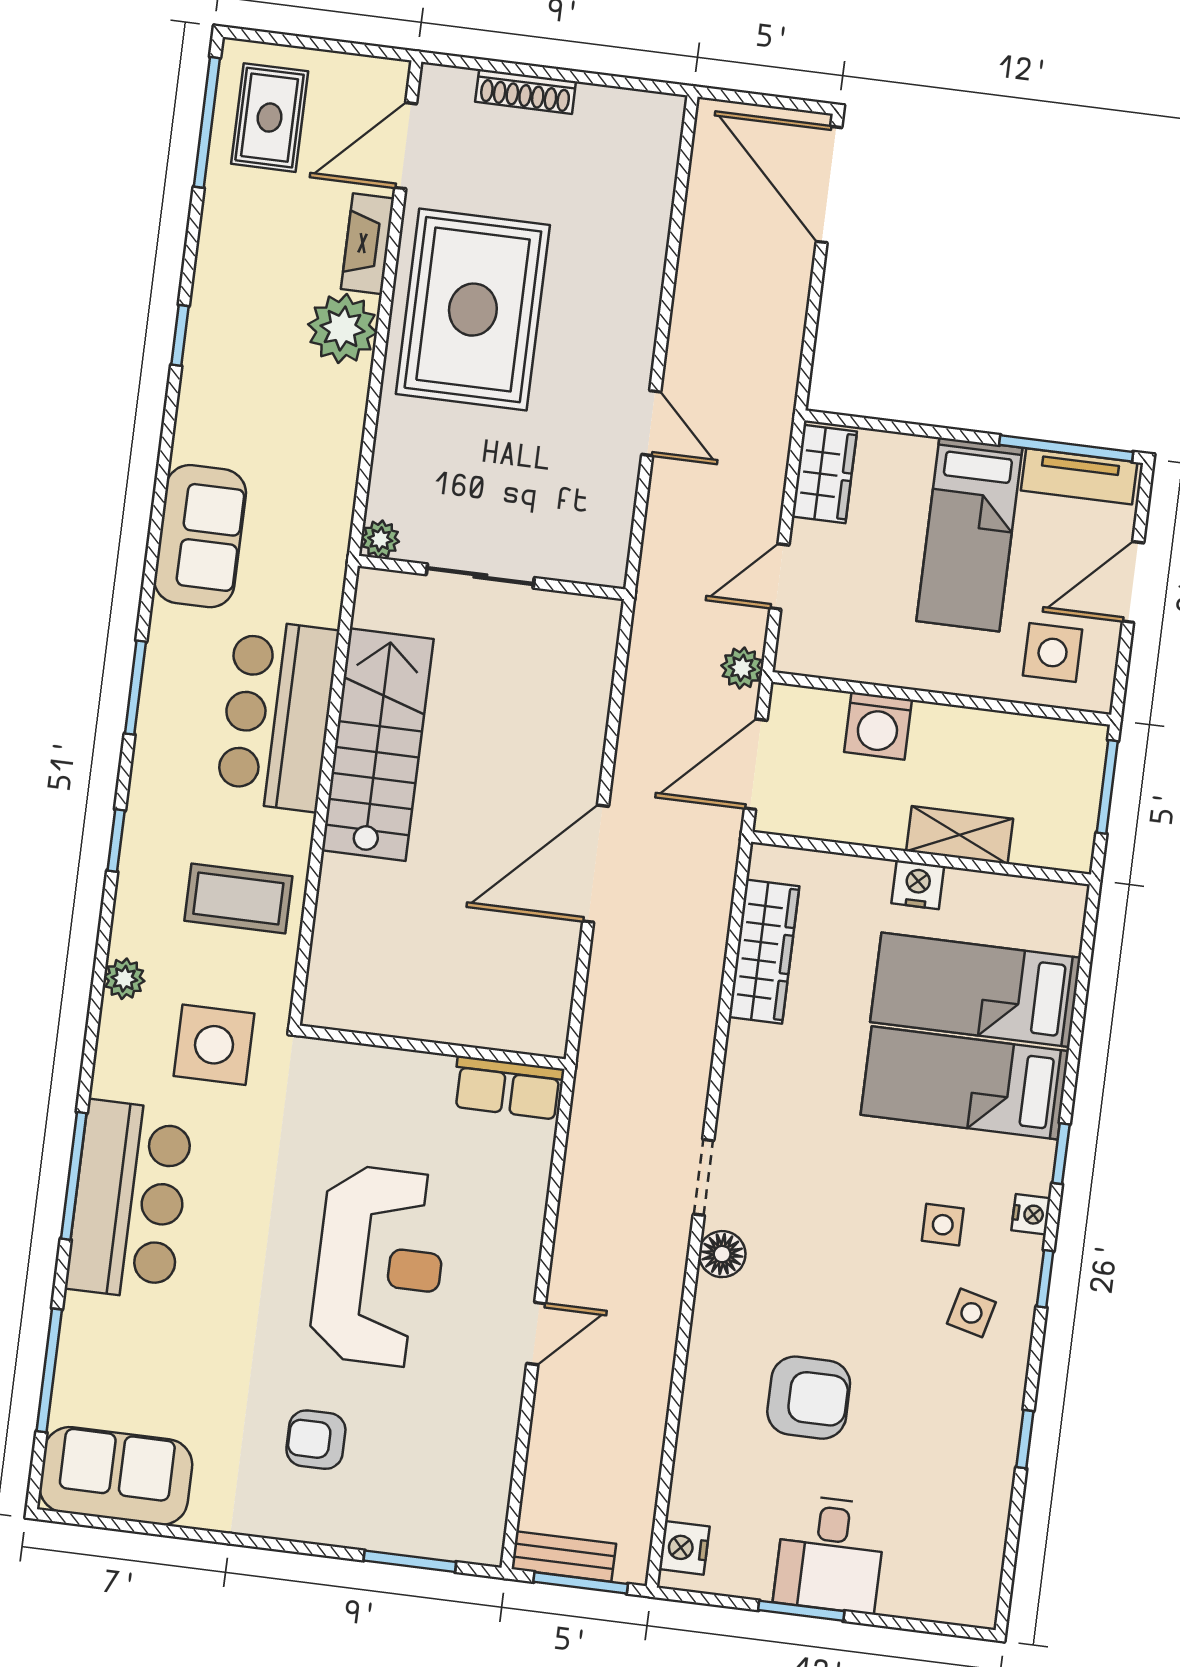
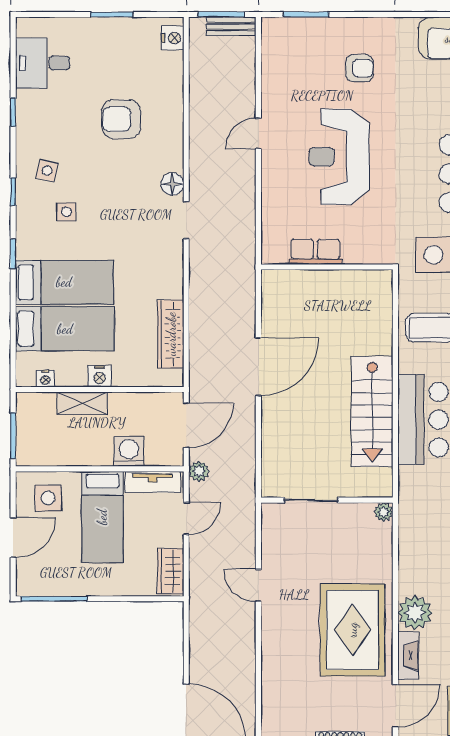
tv unit: (1079, 476) -> (152, 482), moved, turned 180
bed: (969, 534) -> (102, 517), moved, turned 180
sliding door: (480, 576) -> (311, 500), moved
row of seats: (508, 1088) -> (315, 252), moved
nightstand: (1031, 1214) -> (45, 379), moved, turned -90
desk: (830, 1554) -> (43, 63), moved, turned -90

